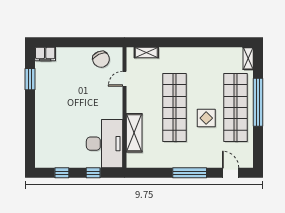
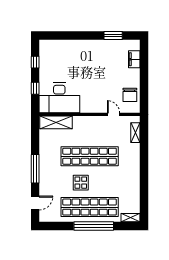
filing cabinet: (45, 54) -> (134, 59), moved
chair: (101, 59) -> (130, 95), turned -65
shelving: (134, 133) -> (56, 122), moved

